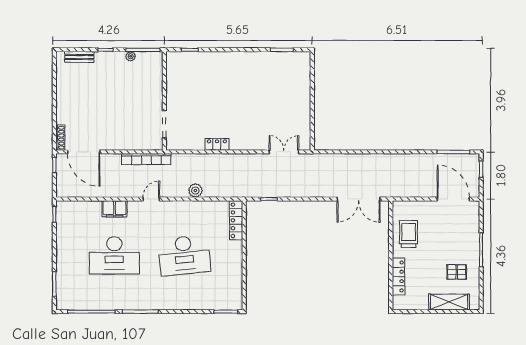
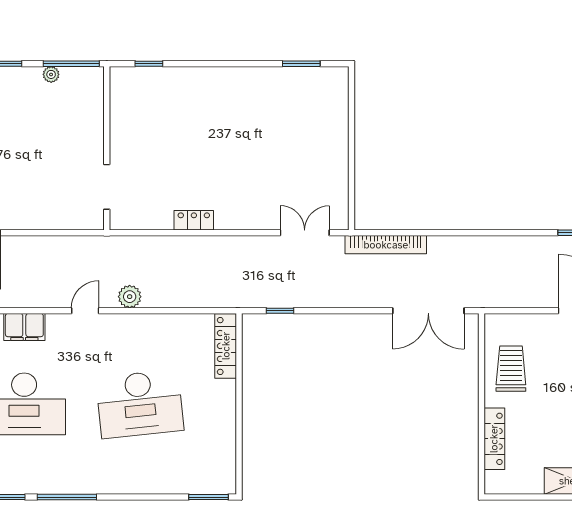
bookcase: (146, 159) -> (386, 245), moved
plant: (195, 191) -> (130, 297), moved

